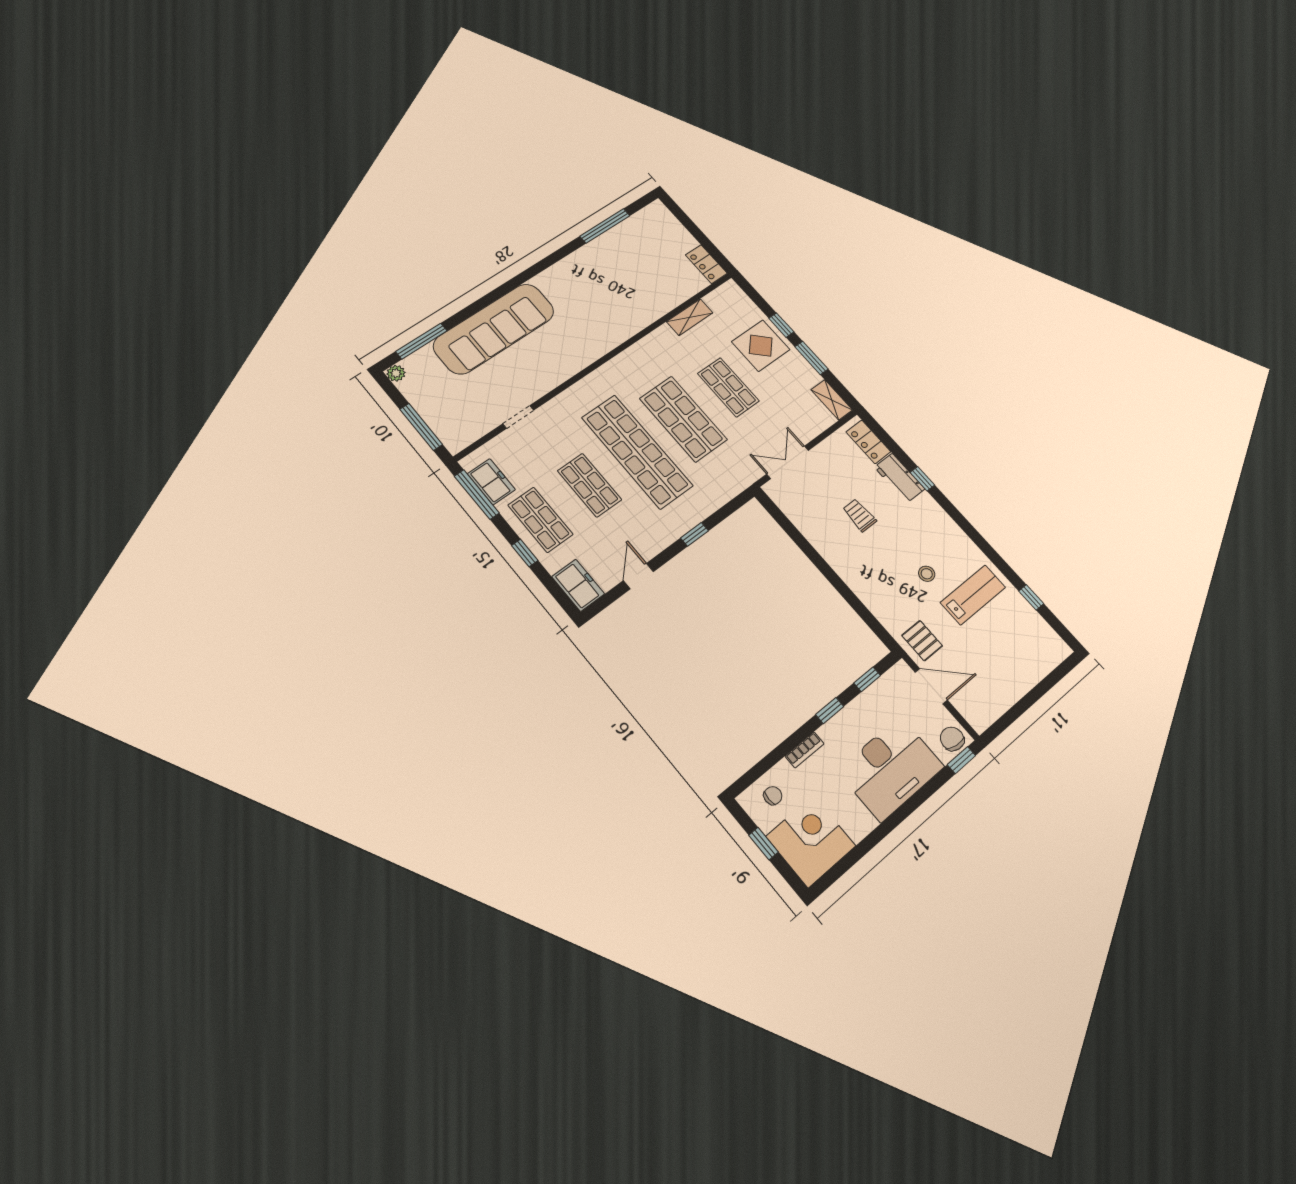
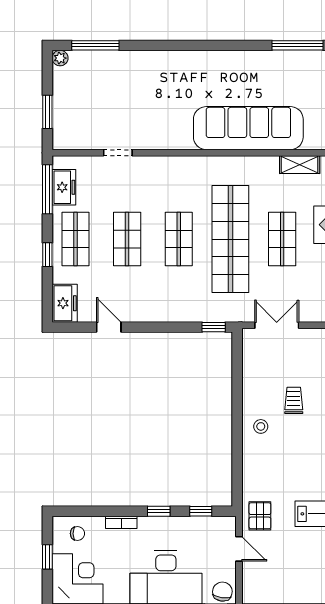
sofa: (494, 329) -> (248, 128), moved, turned 180
shop shelf: (683, 419) -> (230, 239), width x1.40
window: (421, 427) -> (47, 112), width x0.69
shop shelf: (637, 452) -> (179, 239), width x0.50, depth x0.74
window: (694, 534) -> (214, 327), moved
stool: (927, 574) -> (261, 426), moved
door: (638, 576) -> (109, 327), hinge flipped
door: (931, 686) -> (239, 549), width x0.73

